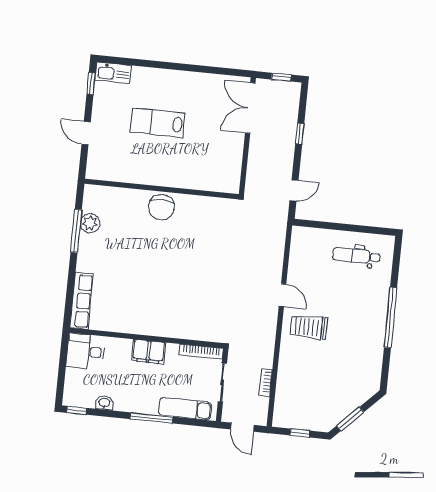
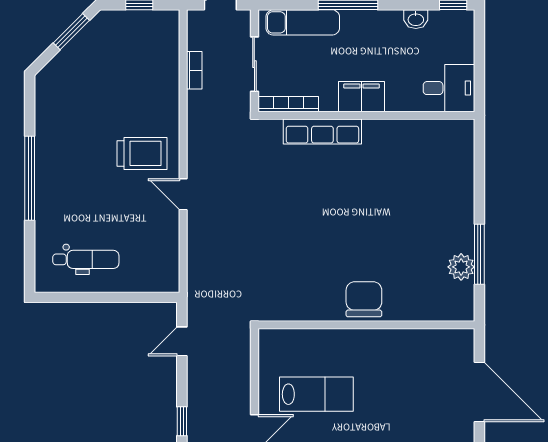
lab bench: (158, 123) -> (316, 394), moved
door: (86, 133) -> (479, 392), width x1.88
row of seats: (81, 301) -> (322, 132), moved, turned -90

